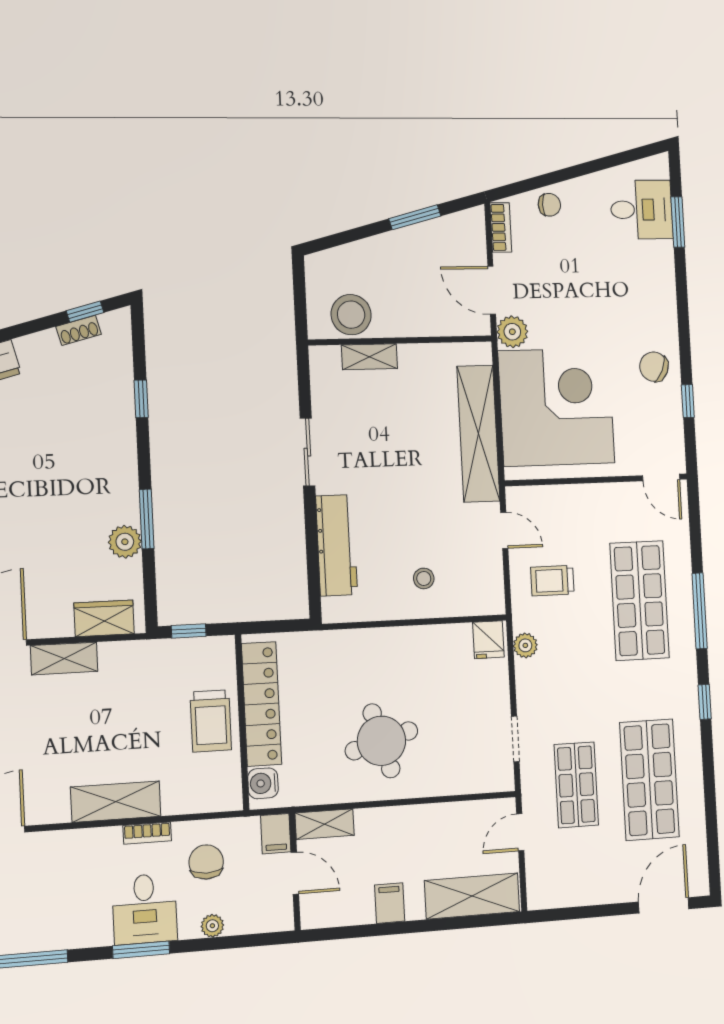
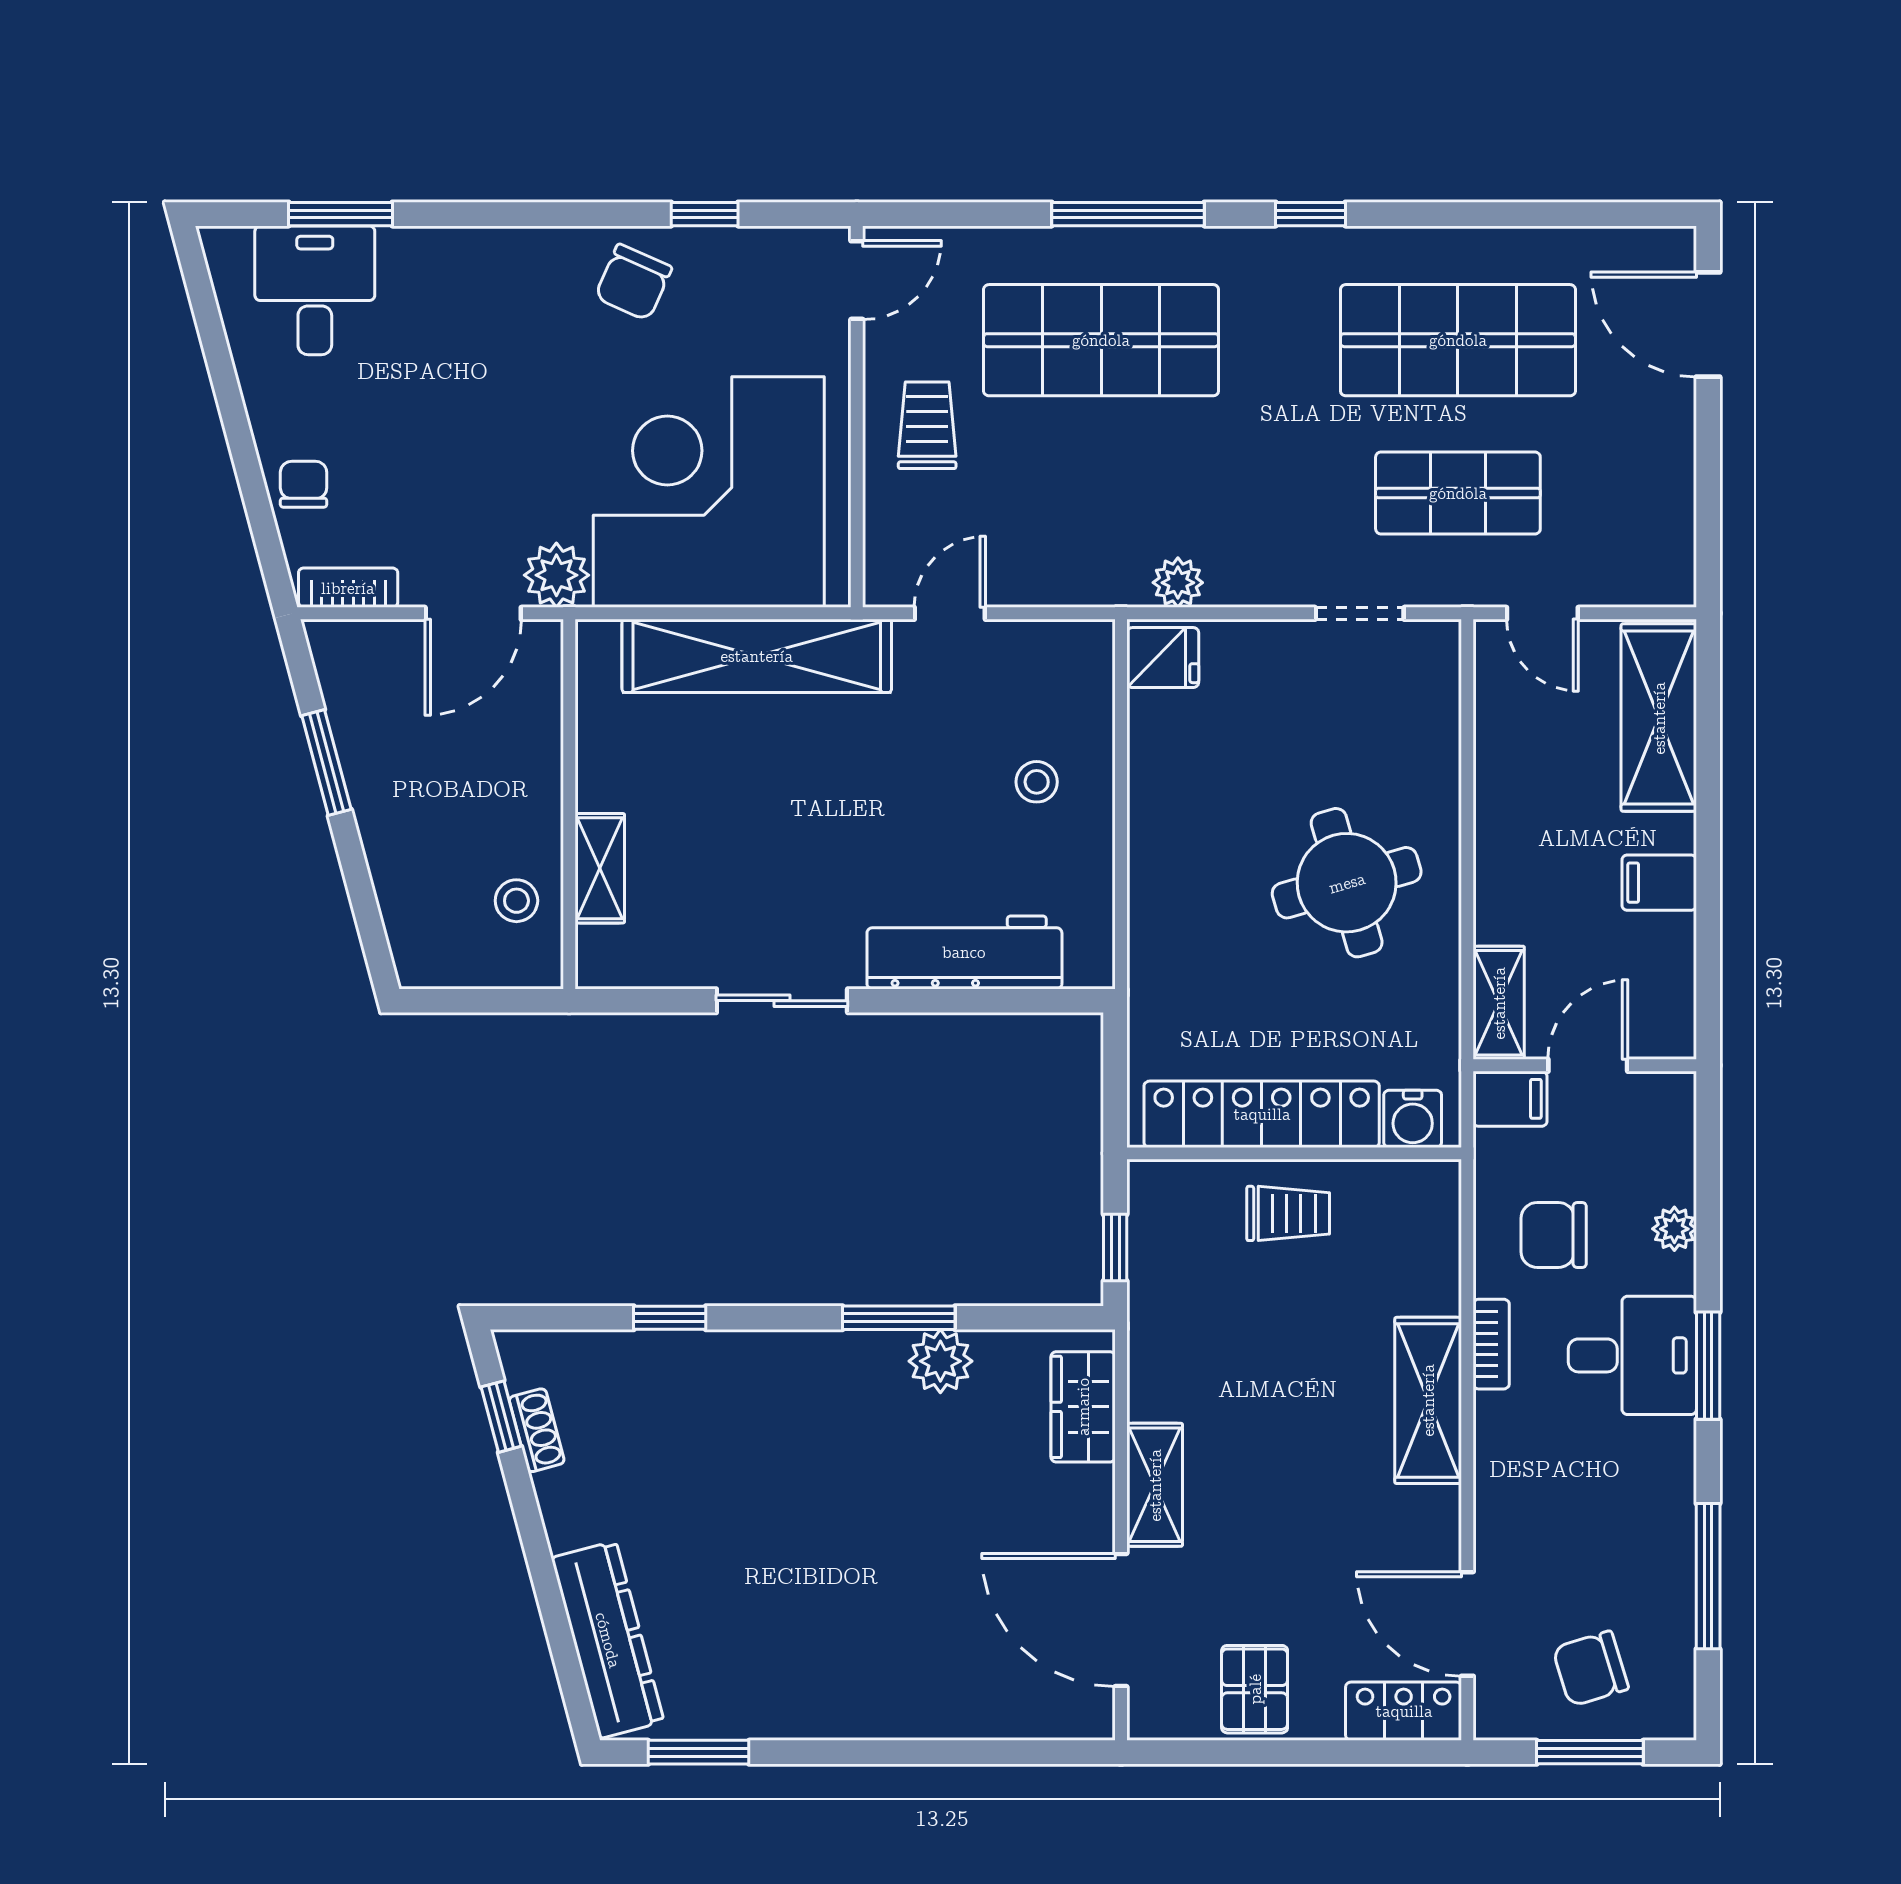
stool: (351, 315) -> (516, 901), width x0.53, depth x0.53
trolley: (552, 581) -> (927, 425), moved, turned 180
trolley: (211, 721) -> (1288, 1213), width x0.73, depth x0.72

